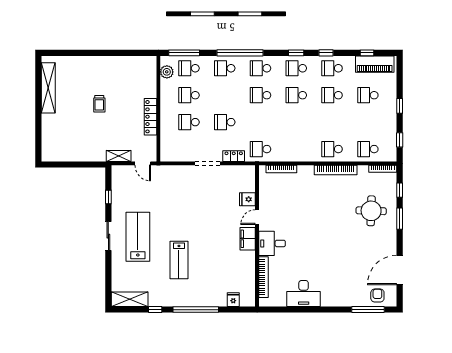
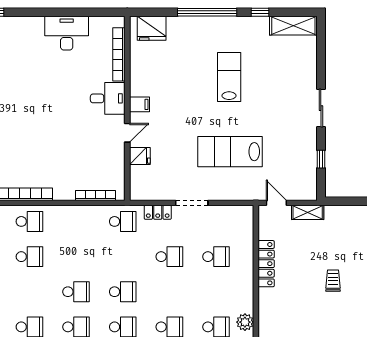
school desk: (189, 95) -> (216, 292), removed
school desk: (332, 95) -> (29, 257), moved
lab bench: (138, 237) -> (230, 152), moved, turned 90
filing cabinet: (248, 239) -> (140, 104), width x0.50
fridge: (233, 300) -> (152, 28), width x1.88, depth x1.34

